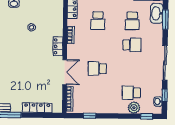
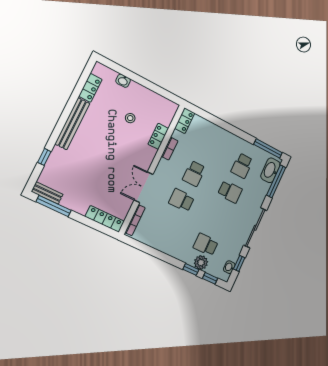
window: (165, 20) -> (276, 181), width x1.44
school desk: (98, 21) -> (194, 174), moved
locker: (58, 46) -> (158, 136), moved
double door: (65, 72) -> (143, 187), swing flipped
locker: (37, 108) -> (105, 219), moved
window: (89, 116) -> (191, 269), moved

